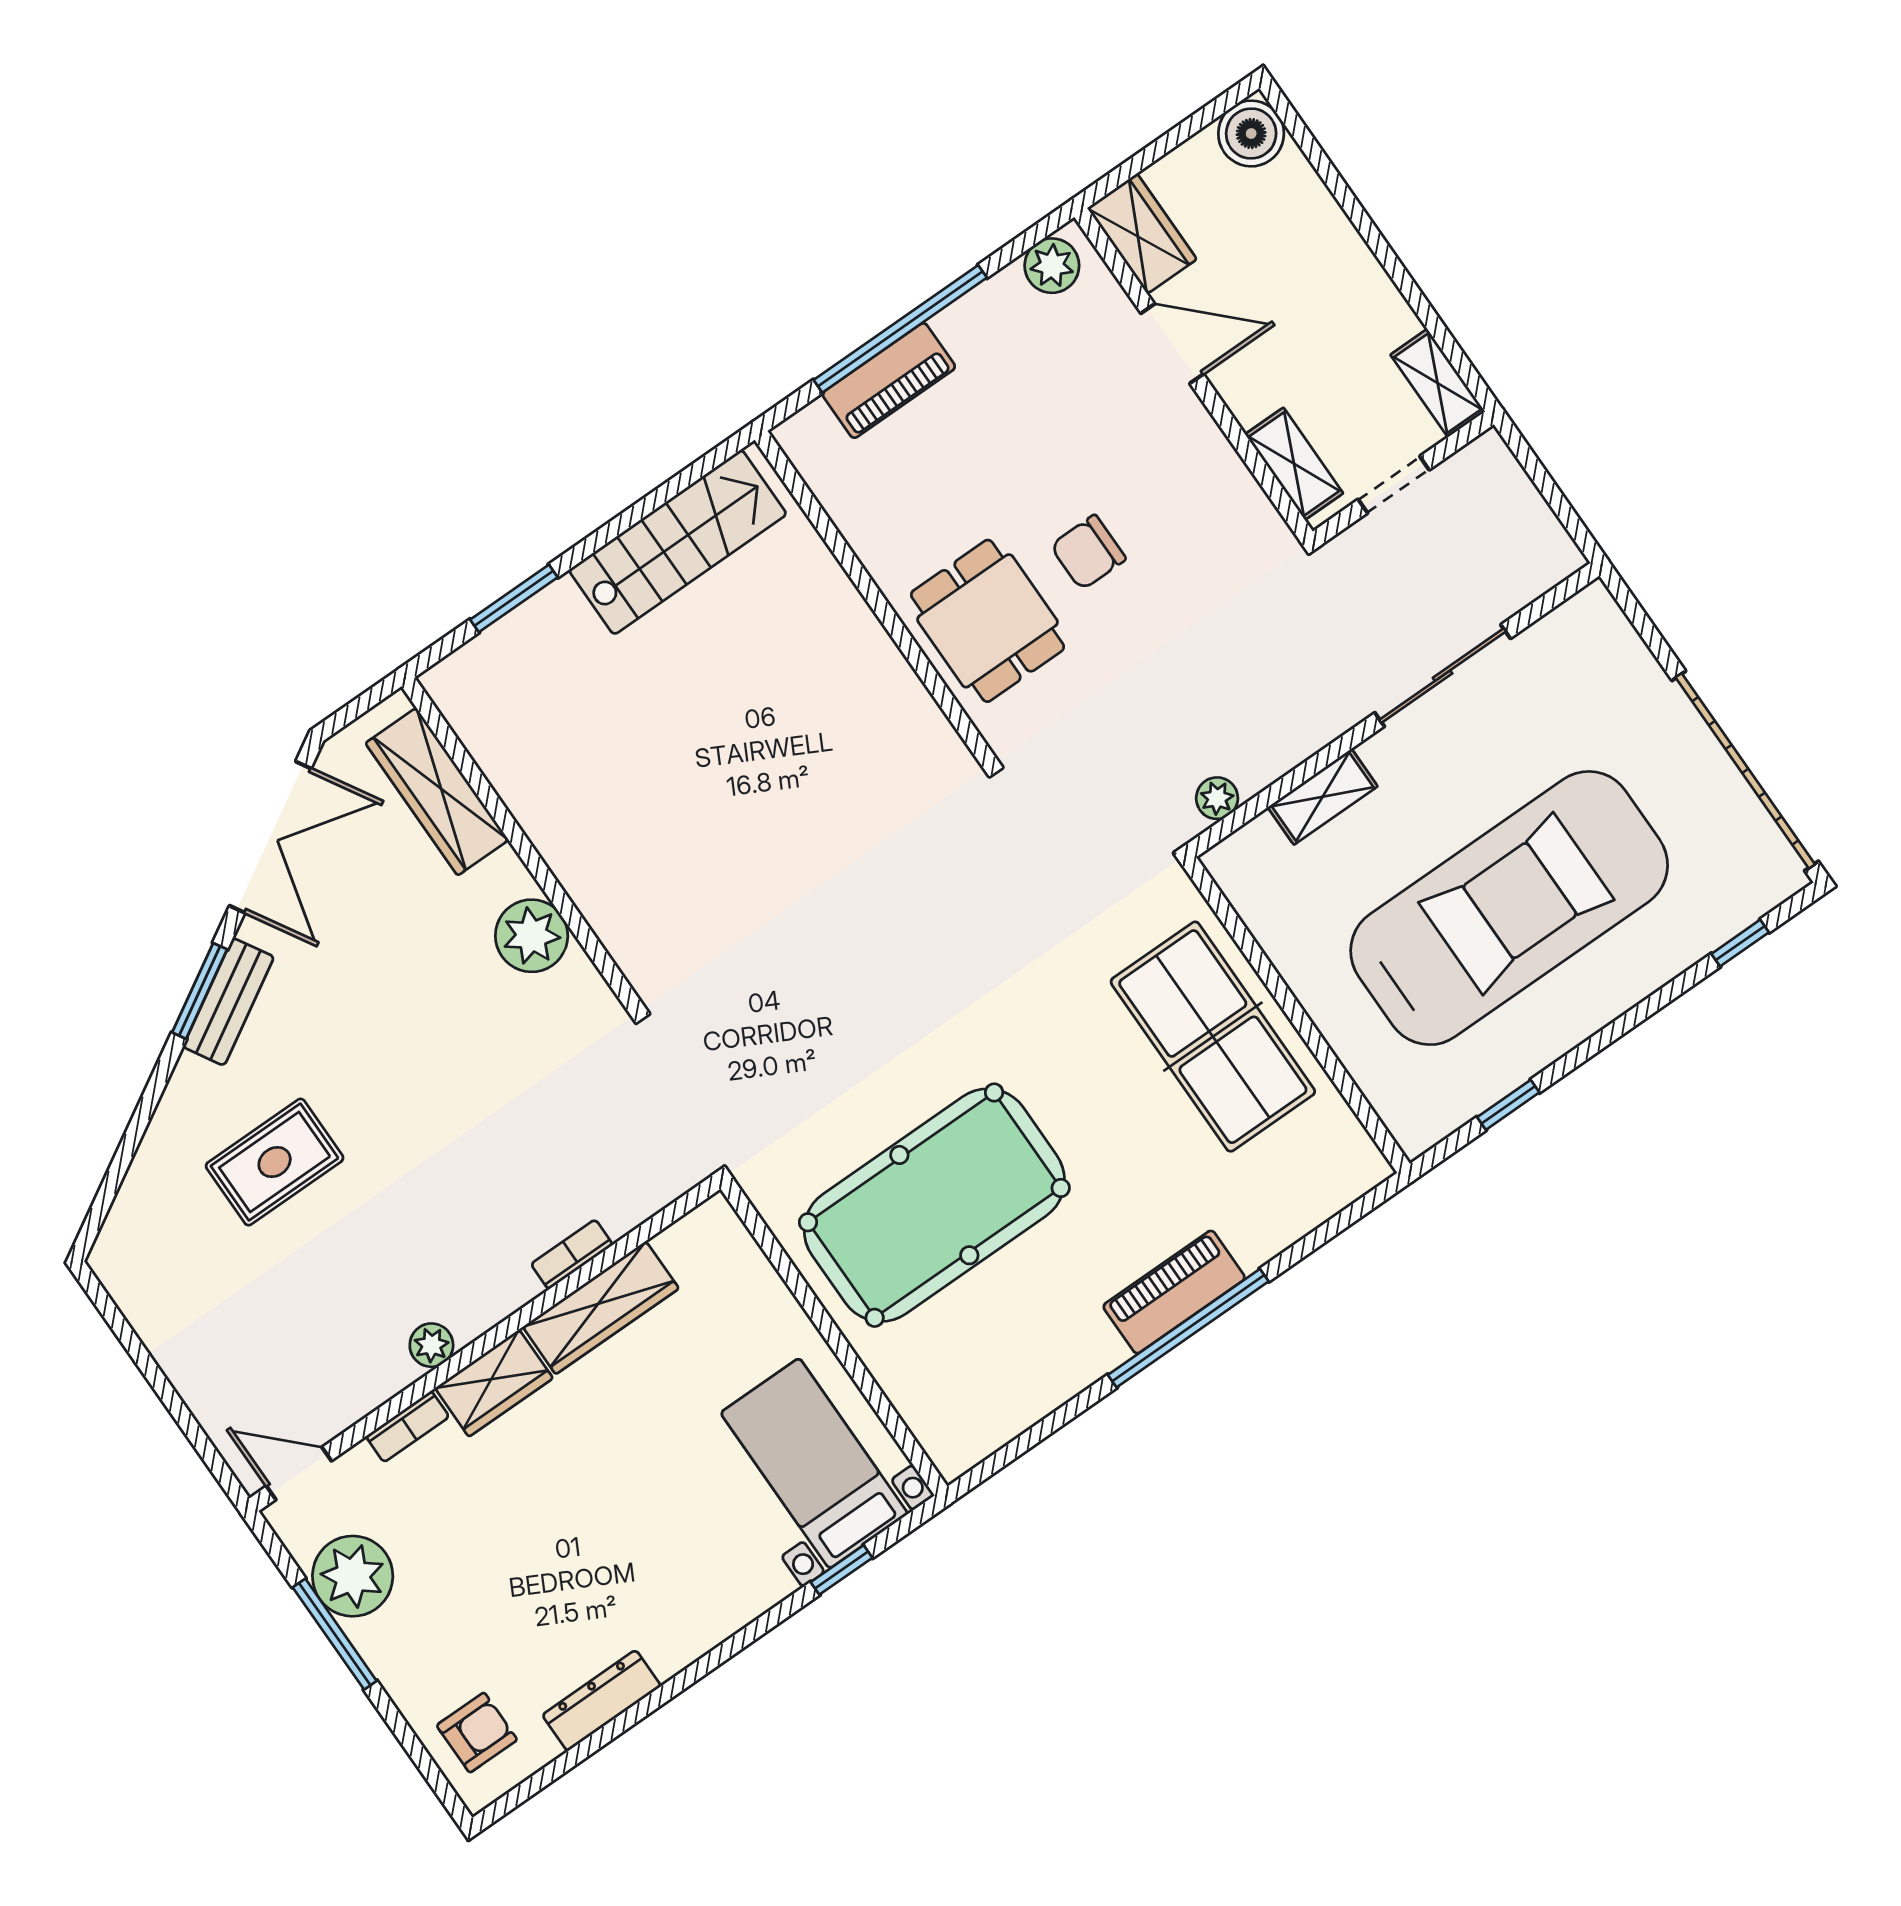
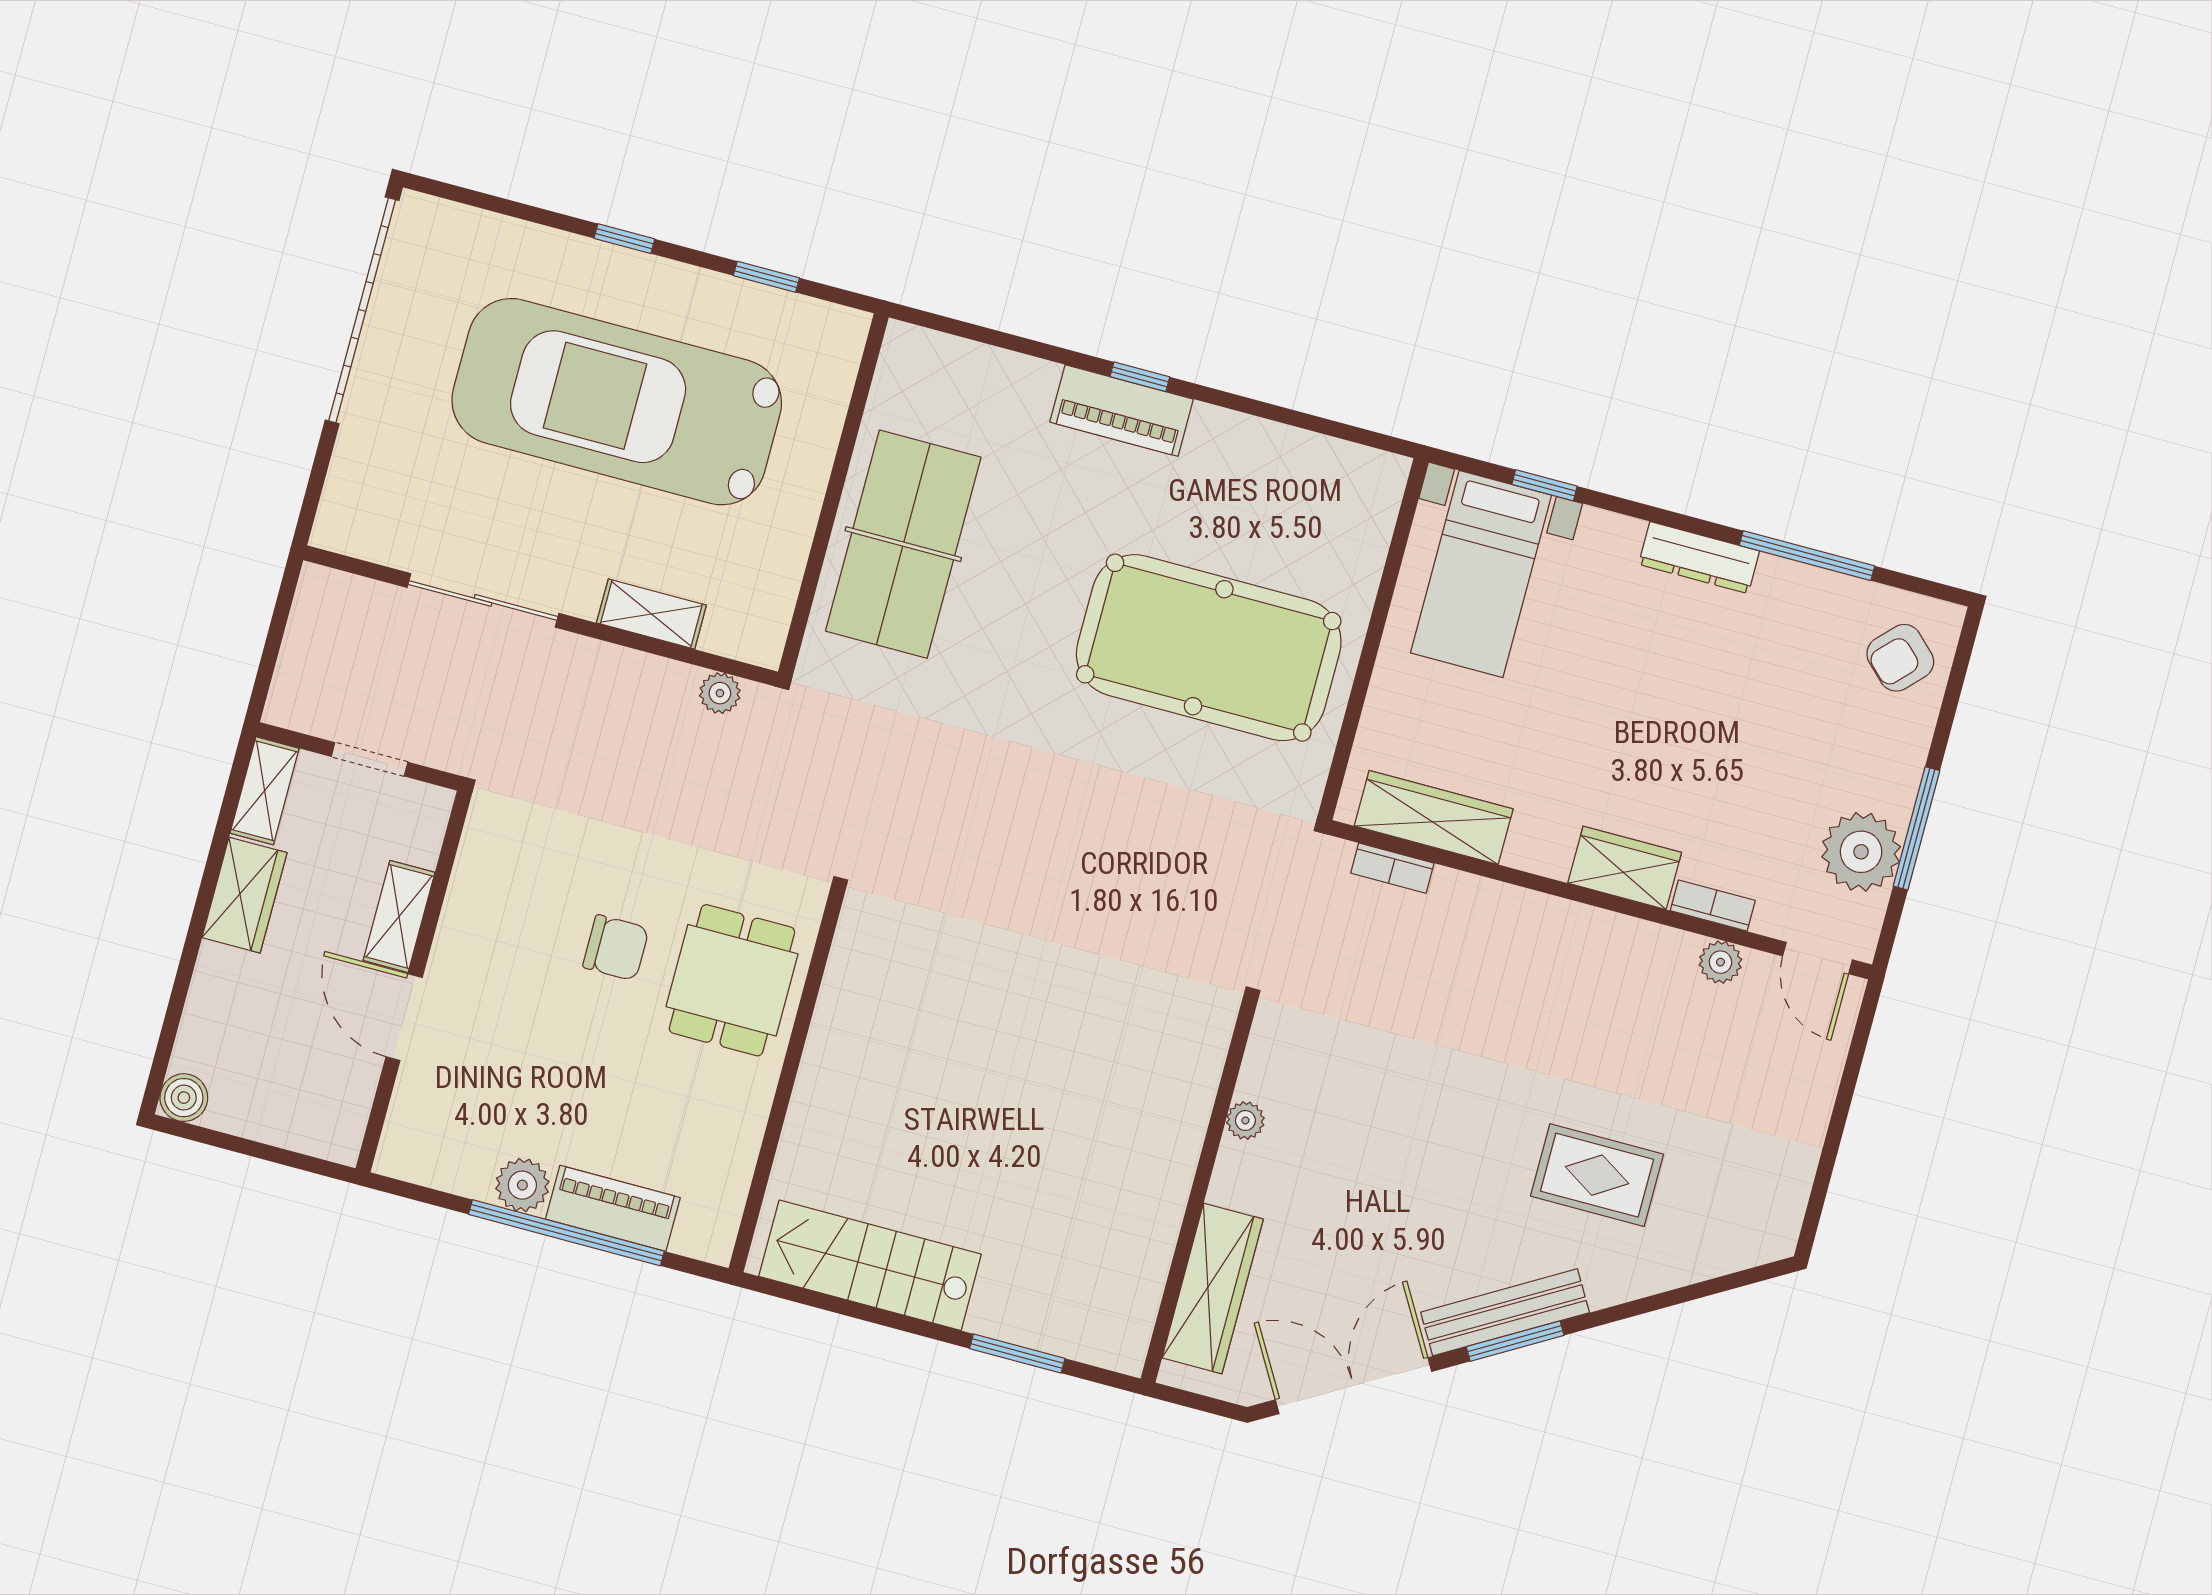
boiler: (1251, 133) -> (184, 1098), width x0.73, depth x0.73
wardrobe: (1142, 234) -> (245, 895), moved, turned 180
plant: (1052, 266) -> (522, 1185), moved
shelving: (1294, 464) -> (399, 916), moved
plant: (532, 936) -> (1245, 1120), width x0.53, depth x0.53
window: (1740, 943) -> (624, 239), moved
bench: (228, 1002) -> (1505, 1312), width x1.36
bookcase: (572, 1254) -> (1392, 868), moved
wardrobe: (601, 1308) -> (1434, 817), moved
window: (1188, 1328) -> (1140, 377), width x0.32
plant: (431, 1345) -> (1720, 962), moved
dresser: (602, 1701) -> (1699, 558), moved
window: (616, 1727) -> (1807, 556), added
armchair: (477, 1733) -> (1900, 658), turned -46

